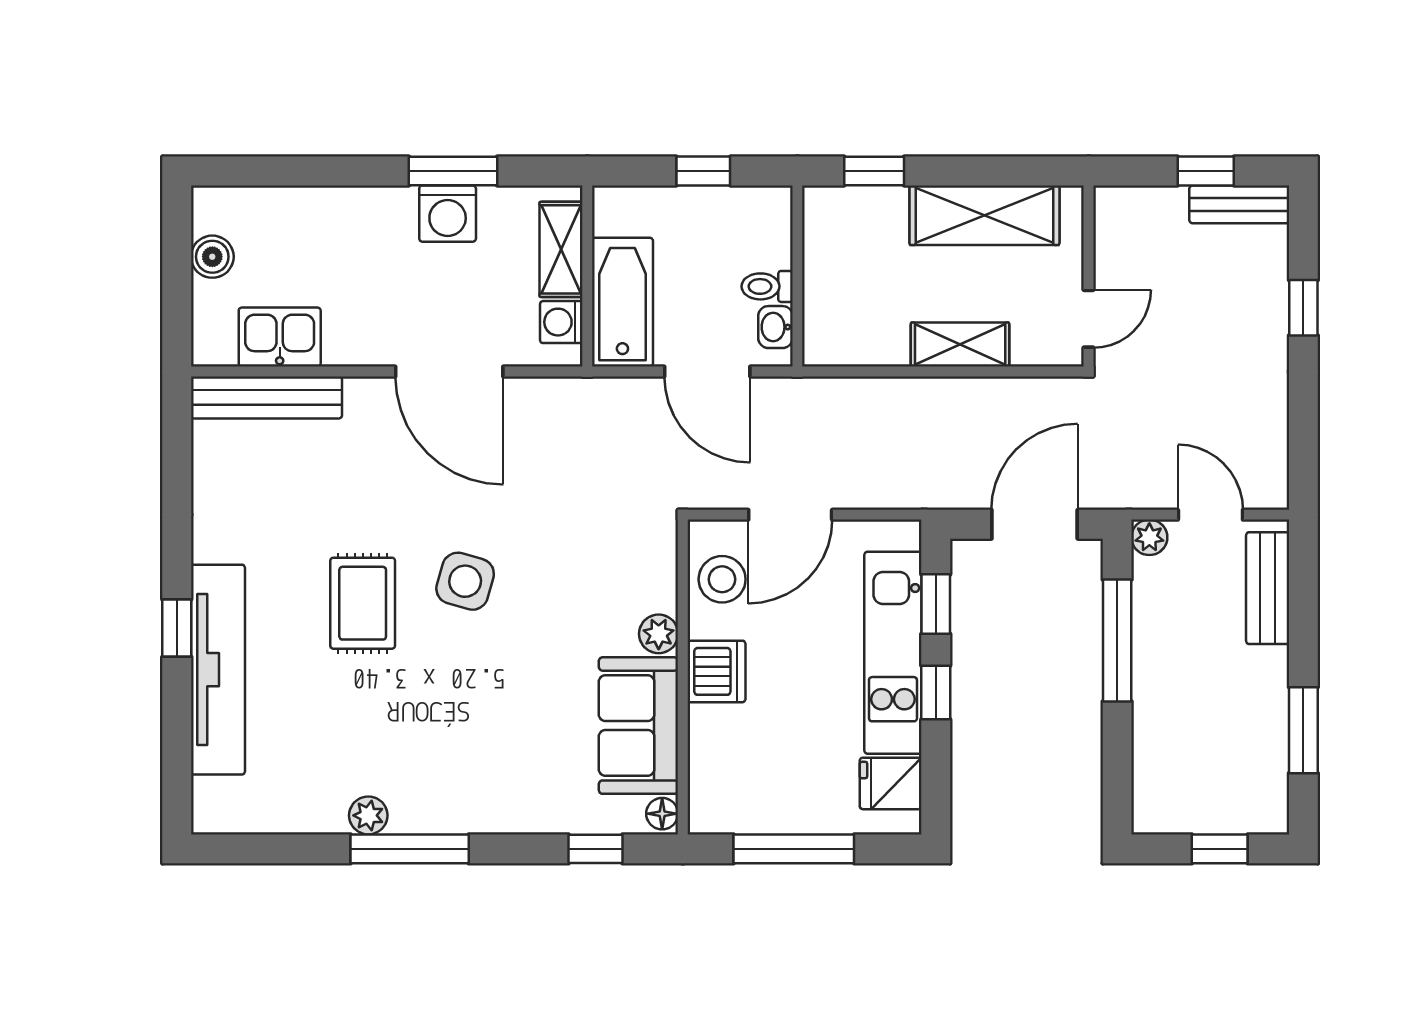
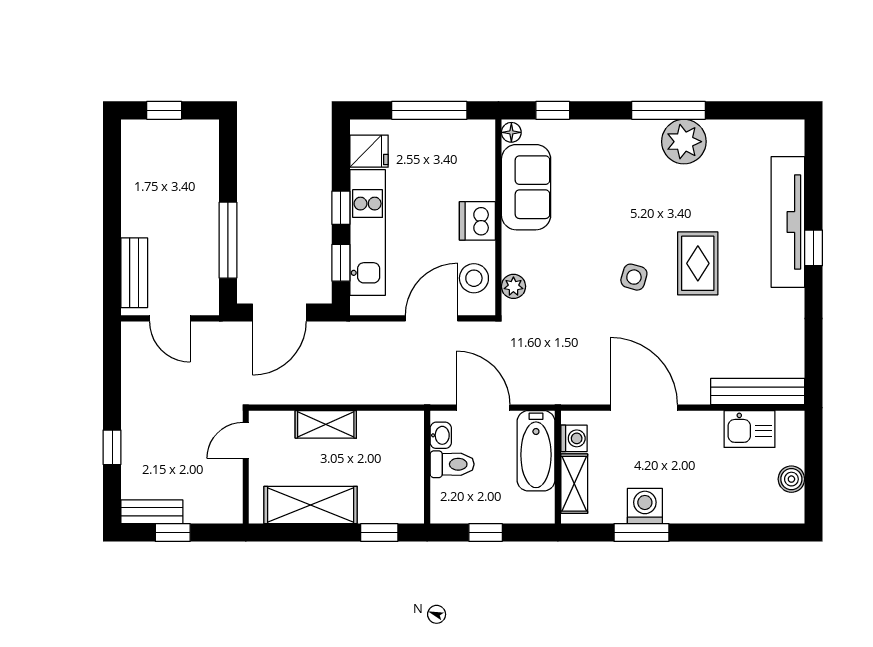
toilet: (767, 286) -> (452, 464), width x1.37, depth x1.39
plant: (1149, 537) -> (208, 304), removed
side table: (465, 581) -> (634, 277), width x0.73, depth x0.73
plant: (659, 634) -> (513, 286), moved
window: (1303, 730) -> (112, 184), removed
plant: (368, 815) -> (684, 142), width x1.88, depth x1.88

